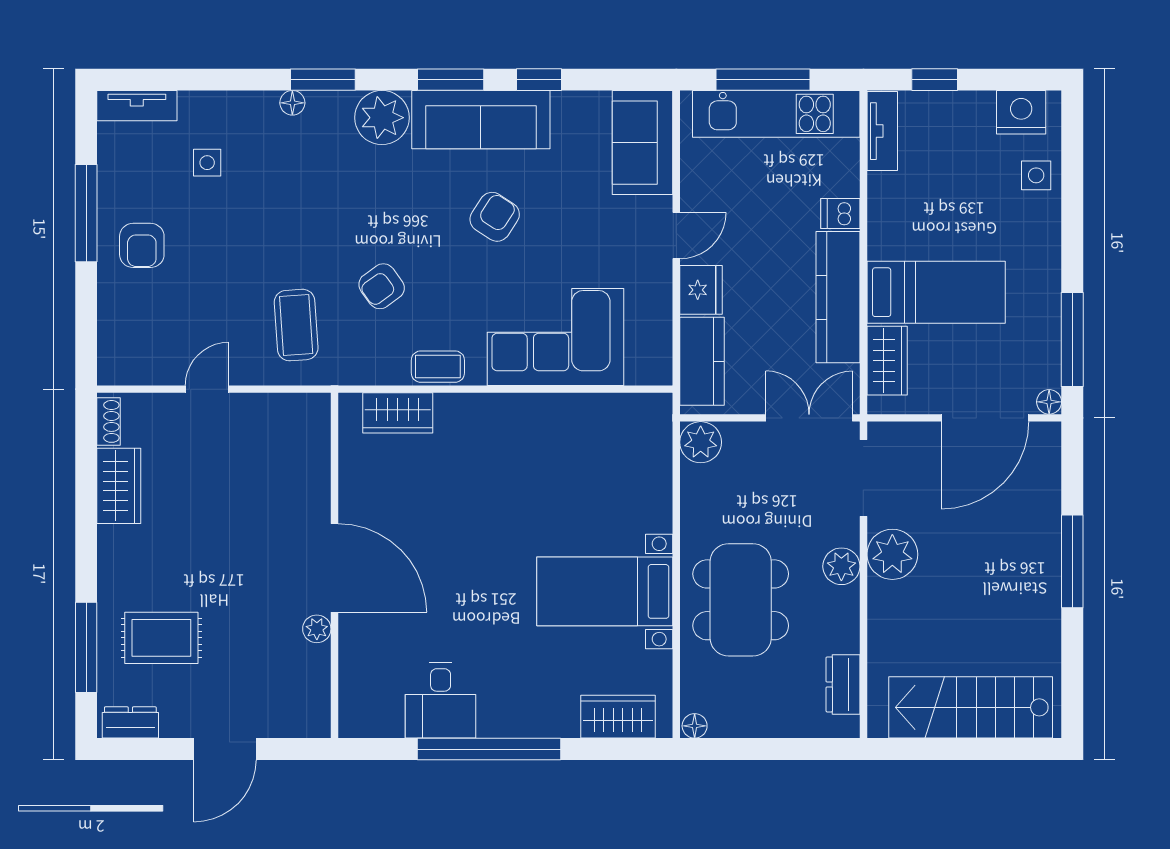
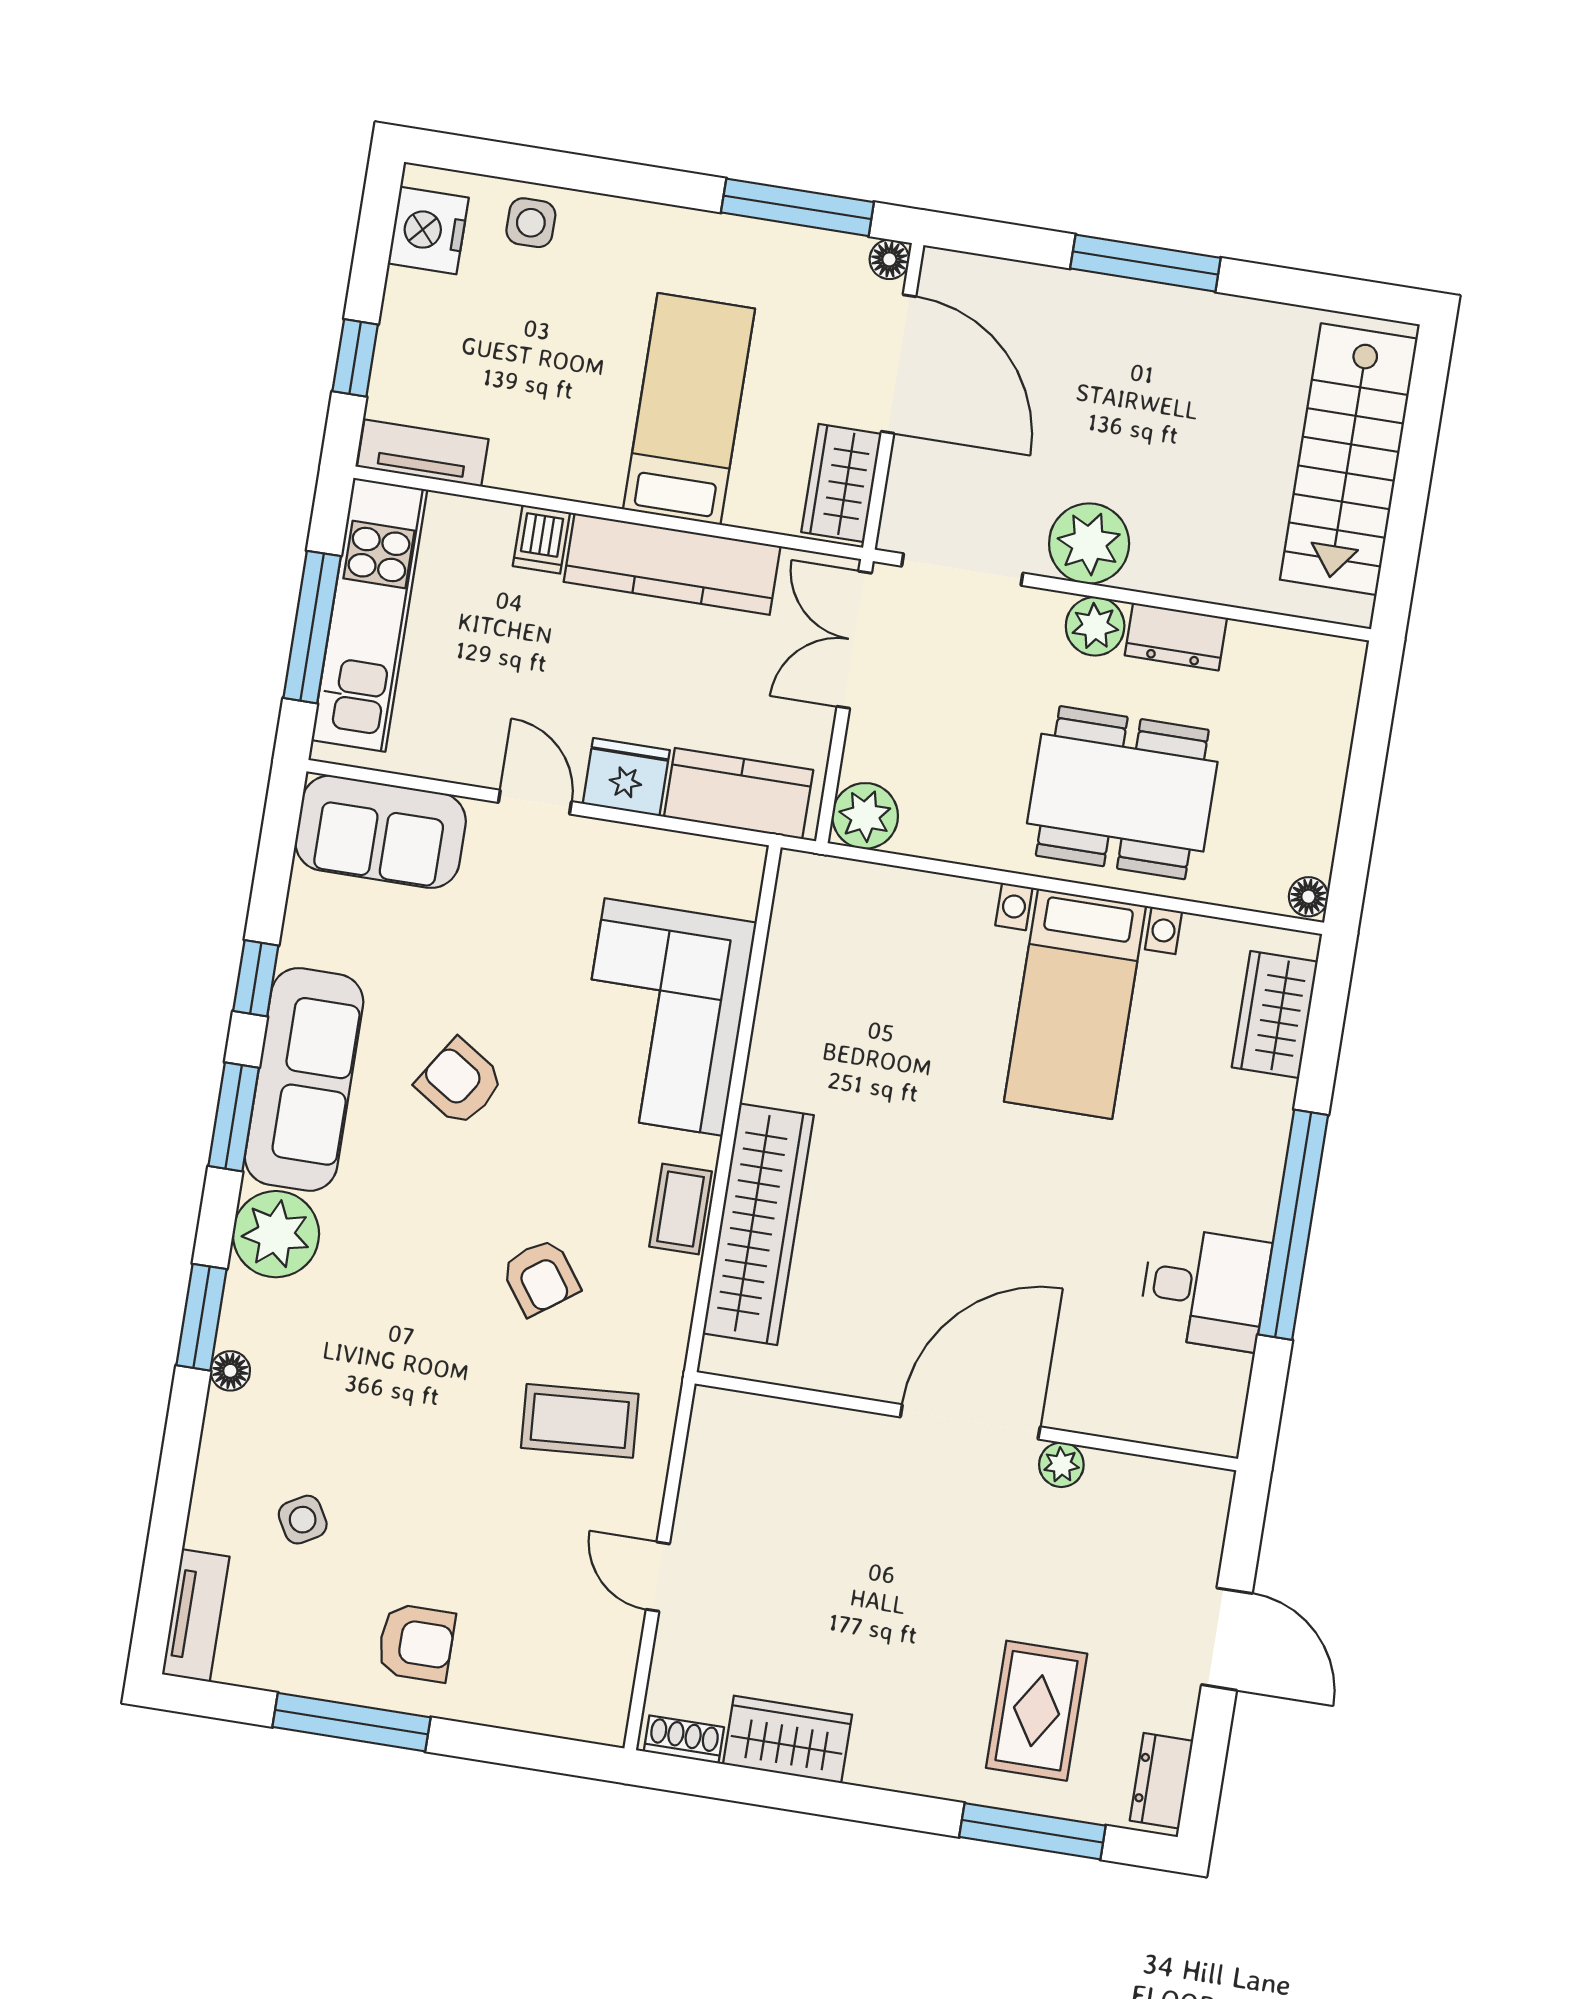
side table: (207, 163) -> (303, 1520), turned -30
wardrobe: (887, 361) -> (841, 483), moved, turned -90
wardrobe: (398, 413) -> (758, 1224), width x2.10, depth x1.17
dresser: (843, 684) -> (1176, 637), moved

